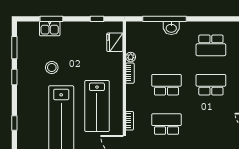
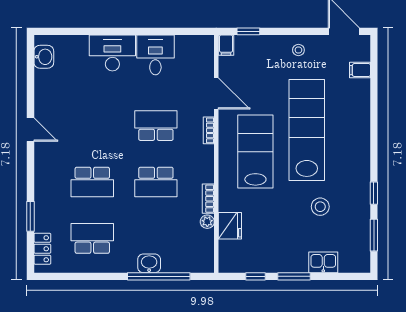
window: (51, 19) -> (294, 276), moved
fridge: (115, 42) -> (230, 226), moved
window: (14, 123) -> (374, 127), removed
school desk: (166, 124) -> (156, 126), turned 180

